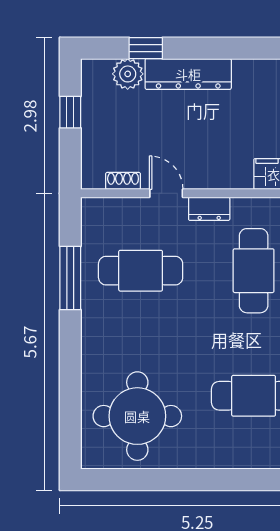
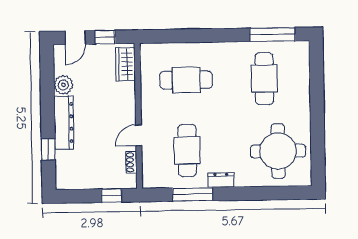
plant: (128, 74) -> (63, 85), moved
window: (70, 112) -> (111, 196), moved
dresser: (209, 209) -> (221, 180), moved, turned -90

